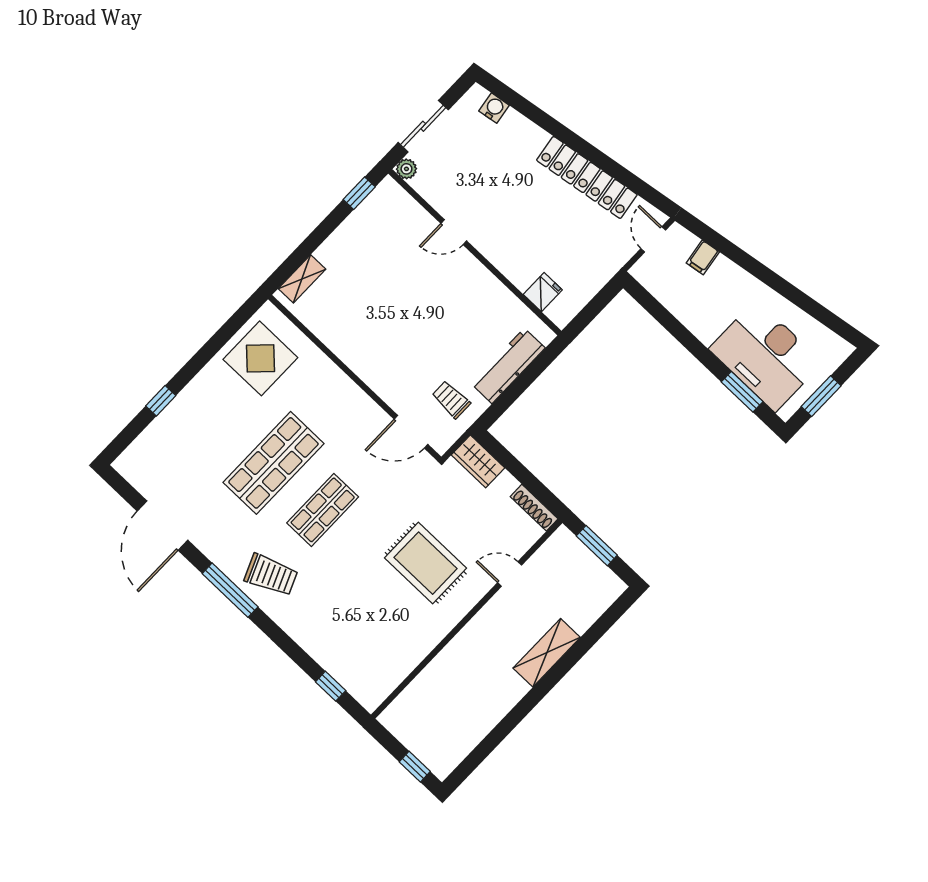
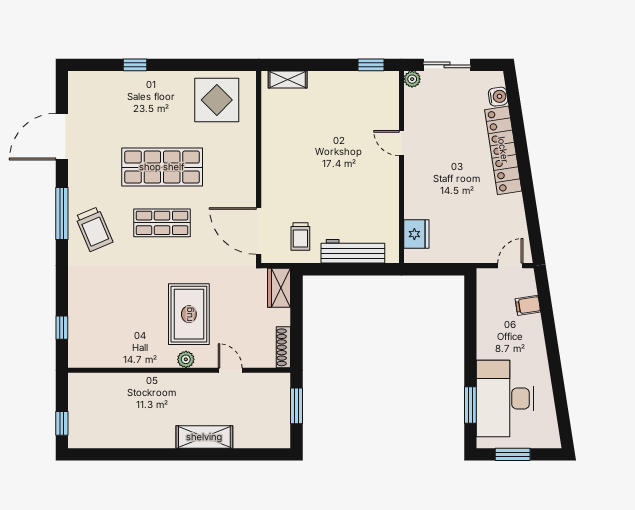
locker: (587, 177) -> (503, 150), moved
fridge: (543, 292) -> (416, 234), width x1.38
trolley: (451, 400) -> (300, 237), turned 180
door: (411, 432) -> (259, 231), width x1.36
plant: (463, 604) -> (186, 359), added

